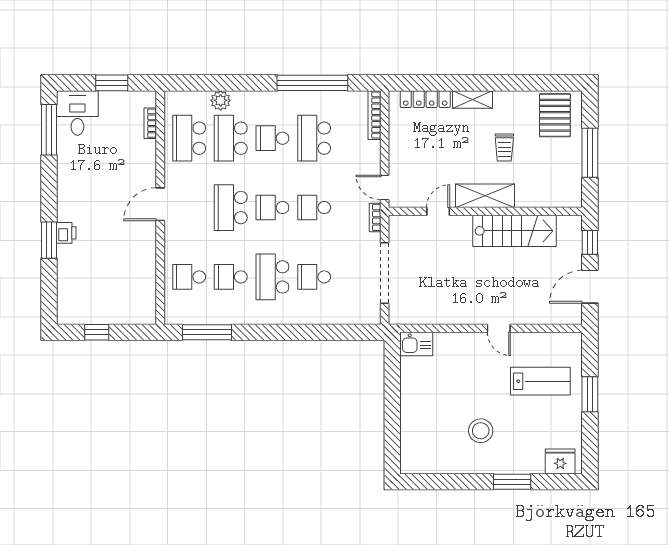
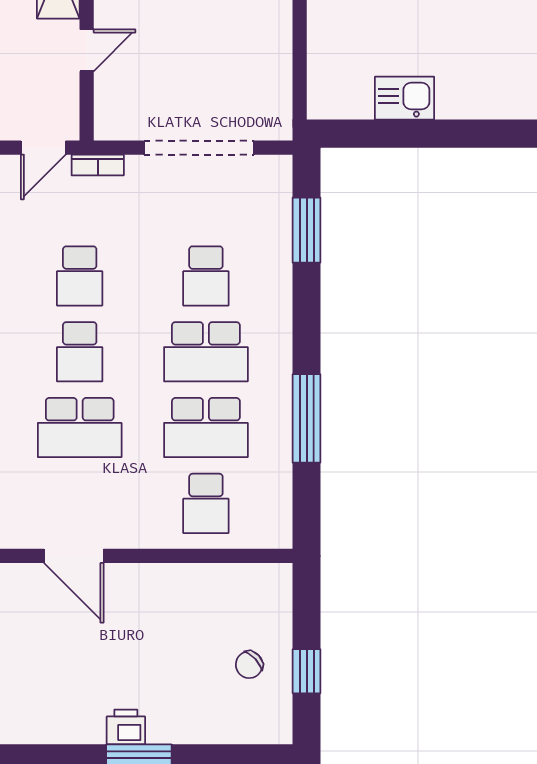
door: (438, 211) -> (87, 50), swing flipped
school desk: (231, 277) -> (206, 428), width x1.85
chair: (100, 301) -> (249, 665), added
window: (207, 332) -> (307, 418), moved
window: (339, 332) -> (307, 230), added
kitchen sink: (416, 344) -> (404, 98), moved, turned -90

